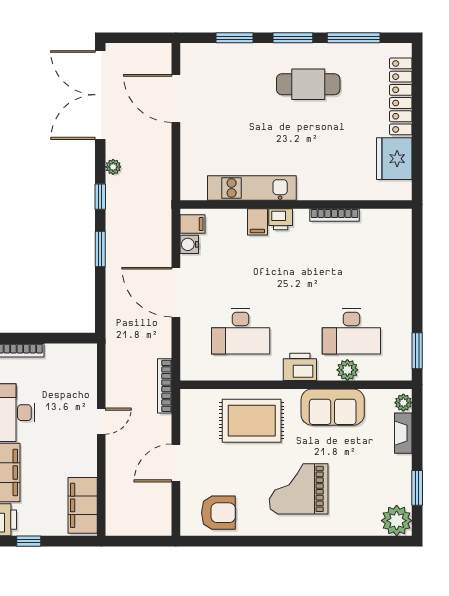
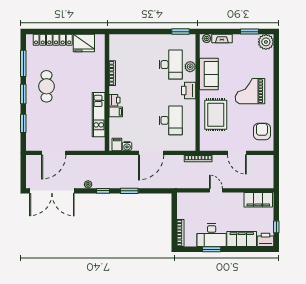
grand piano: (299, 489) -> (250, 91), turned 90

